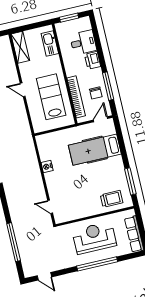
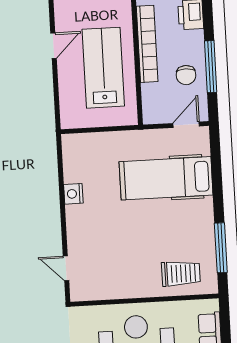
door: (23, 90) -> (54, 46), swing flipped
bookcase: (76, 97) -> (147, 44), moved

